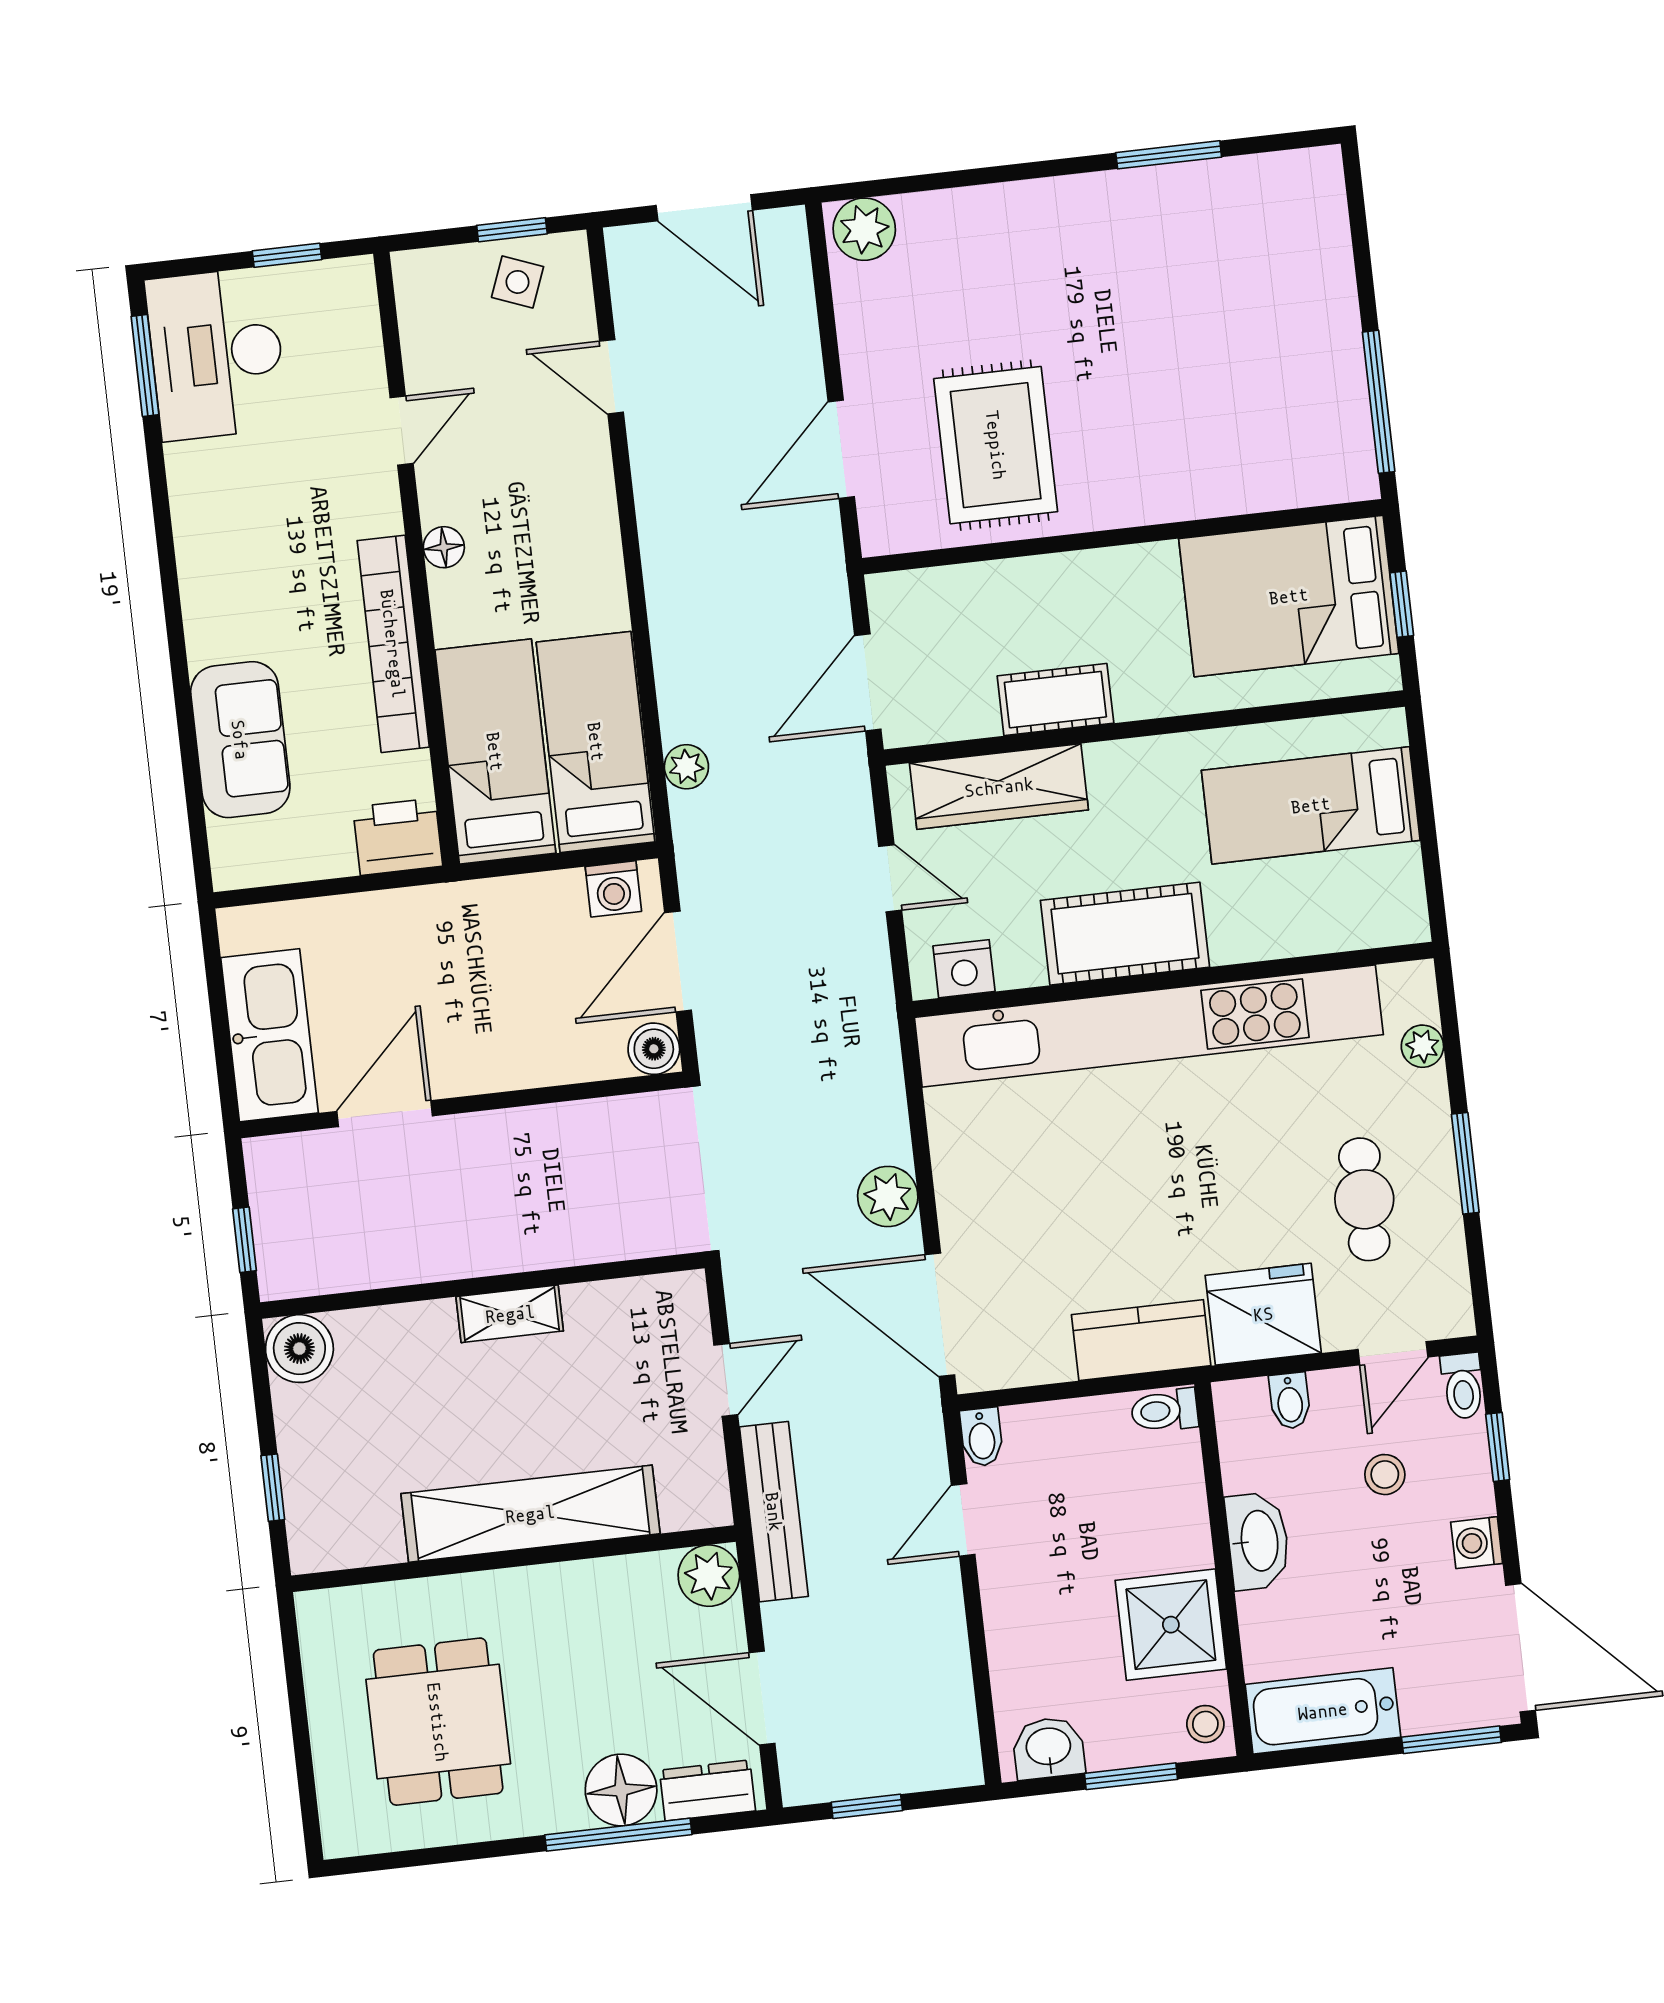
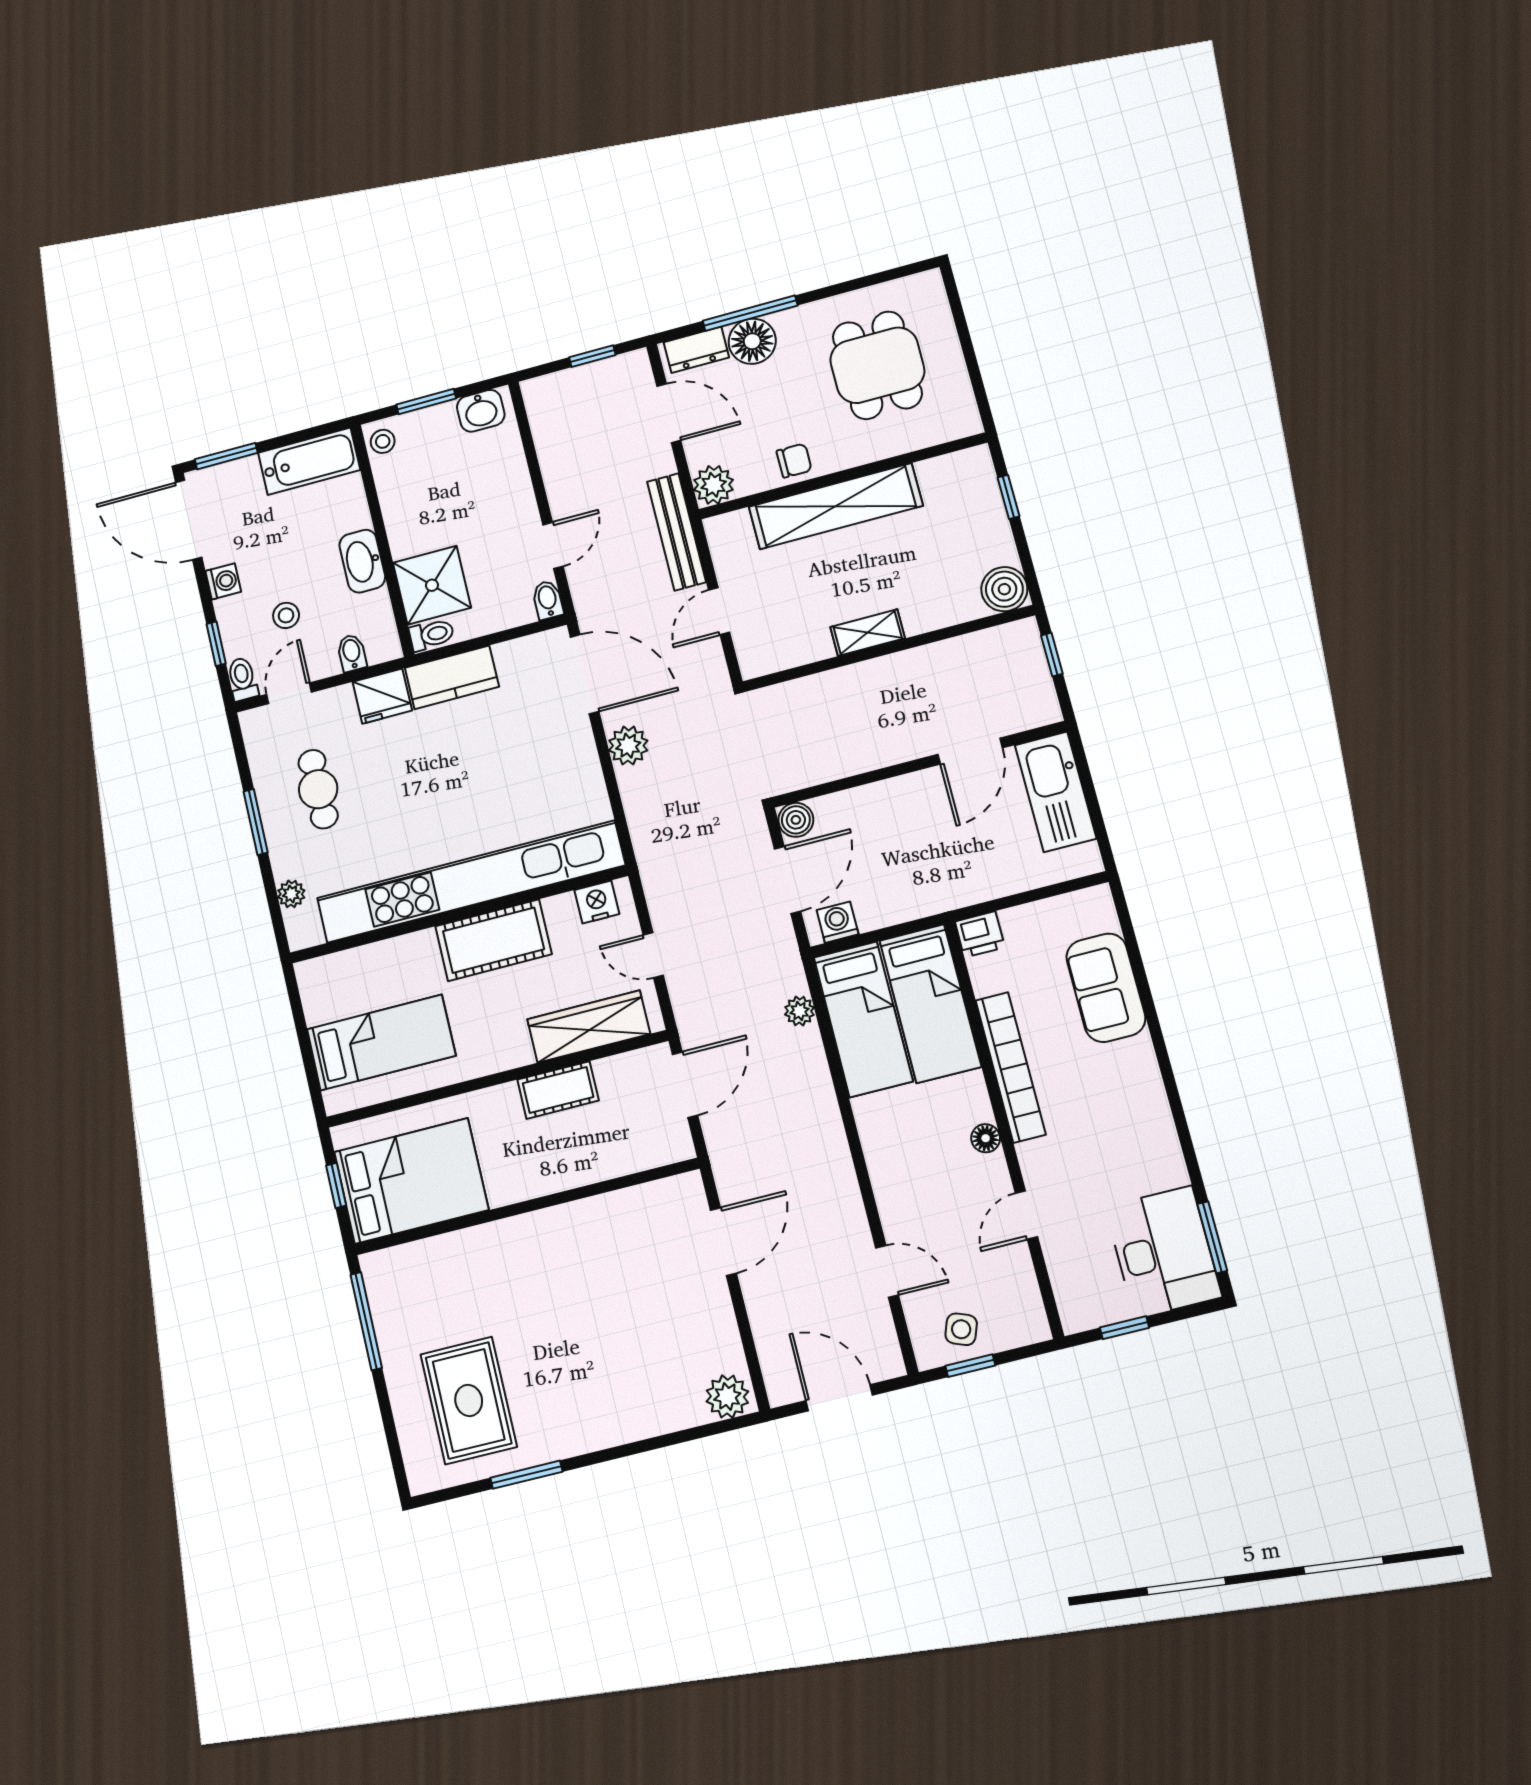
rug: (996, 445) -> (469, 1400), moved
printer: (398, 837) -> (980, 934), width x0.73, depth x0.81
fridge: (1263, 1314) -> (382, 696), width x0.73, depth x0.75
chair: (583, 1594) -> (794, 461), added
shower: (1171, 1625) -> (432, 585), moved

